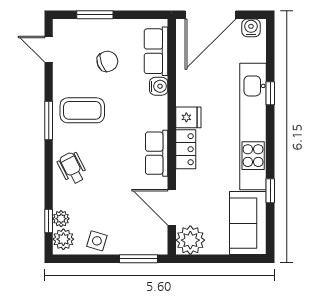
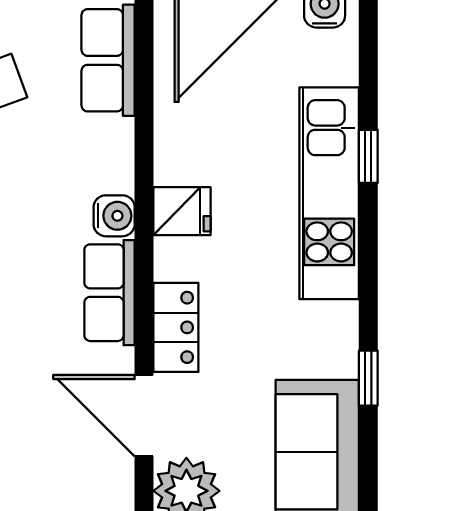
water cooler: (159, 86) -> (114, 216), moved
kitchen unit: (253, 126) -> (329, 193), width x0.73
locker: (186, 149) -> (176, 327), moved

